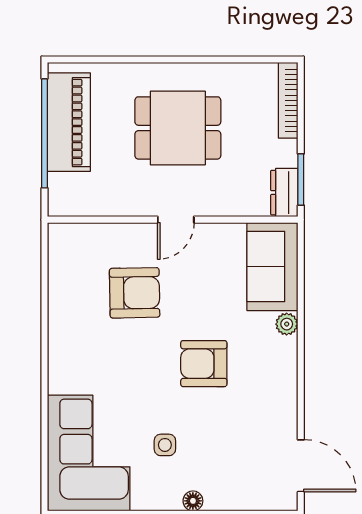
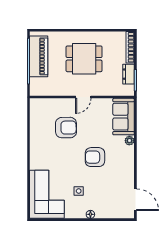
dresser: (284, 193) -> (128, 74), moved

